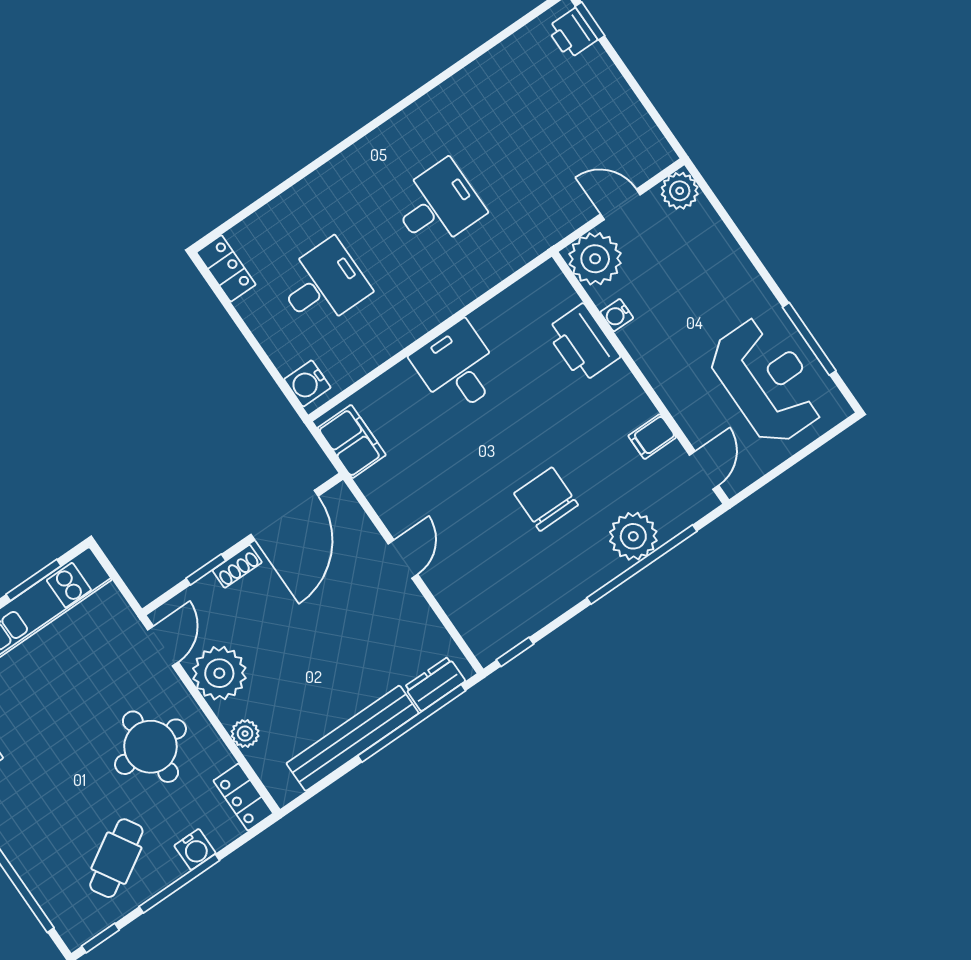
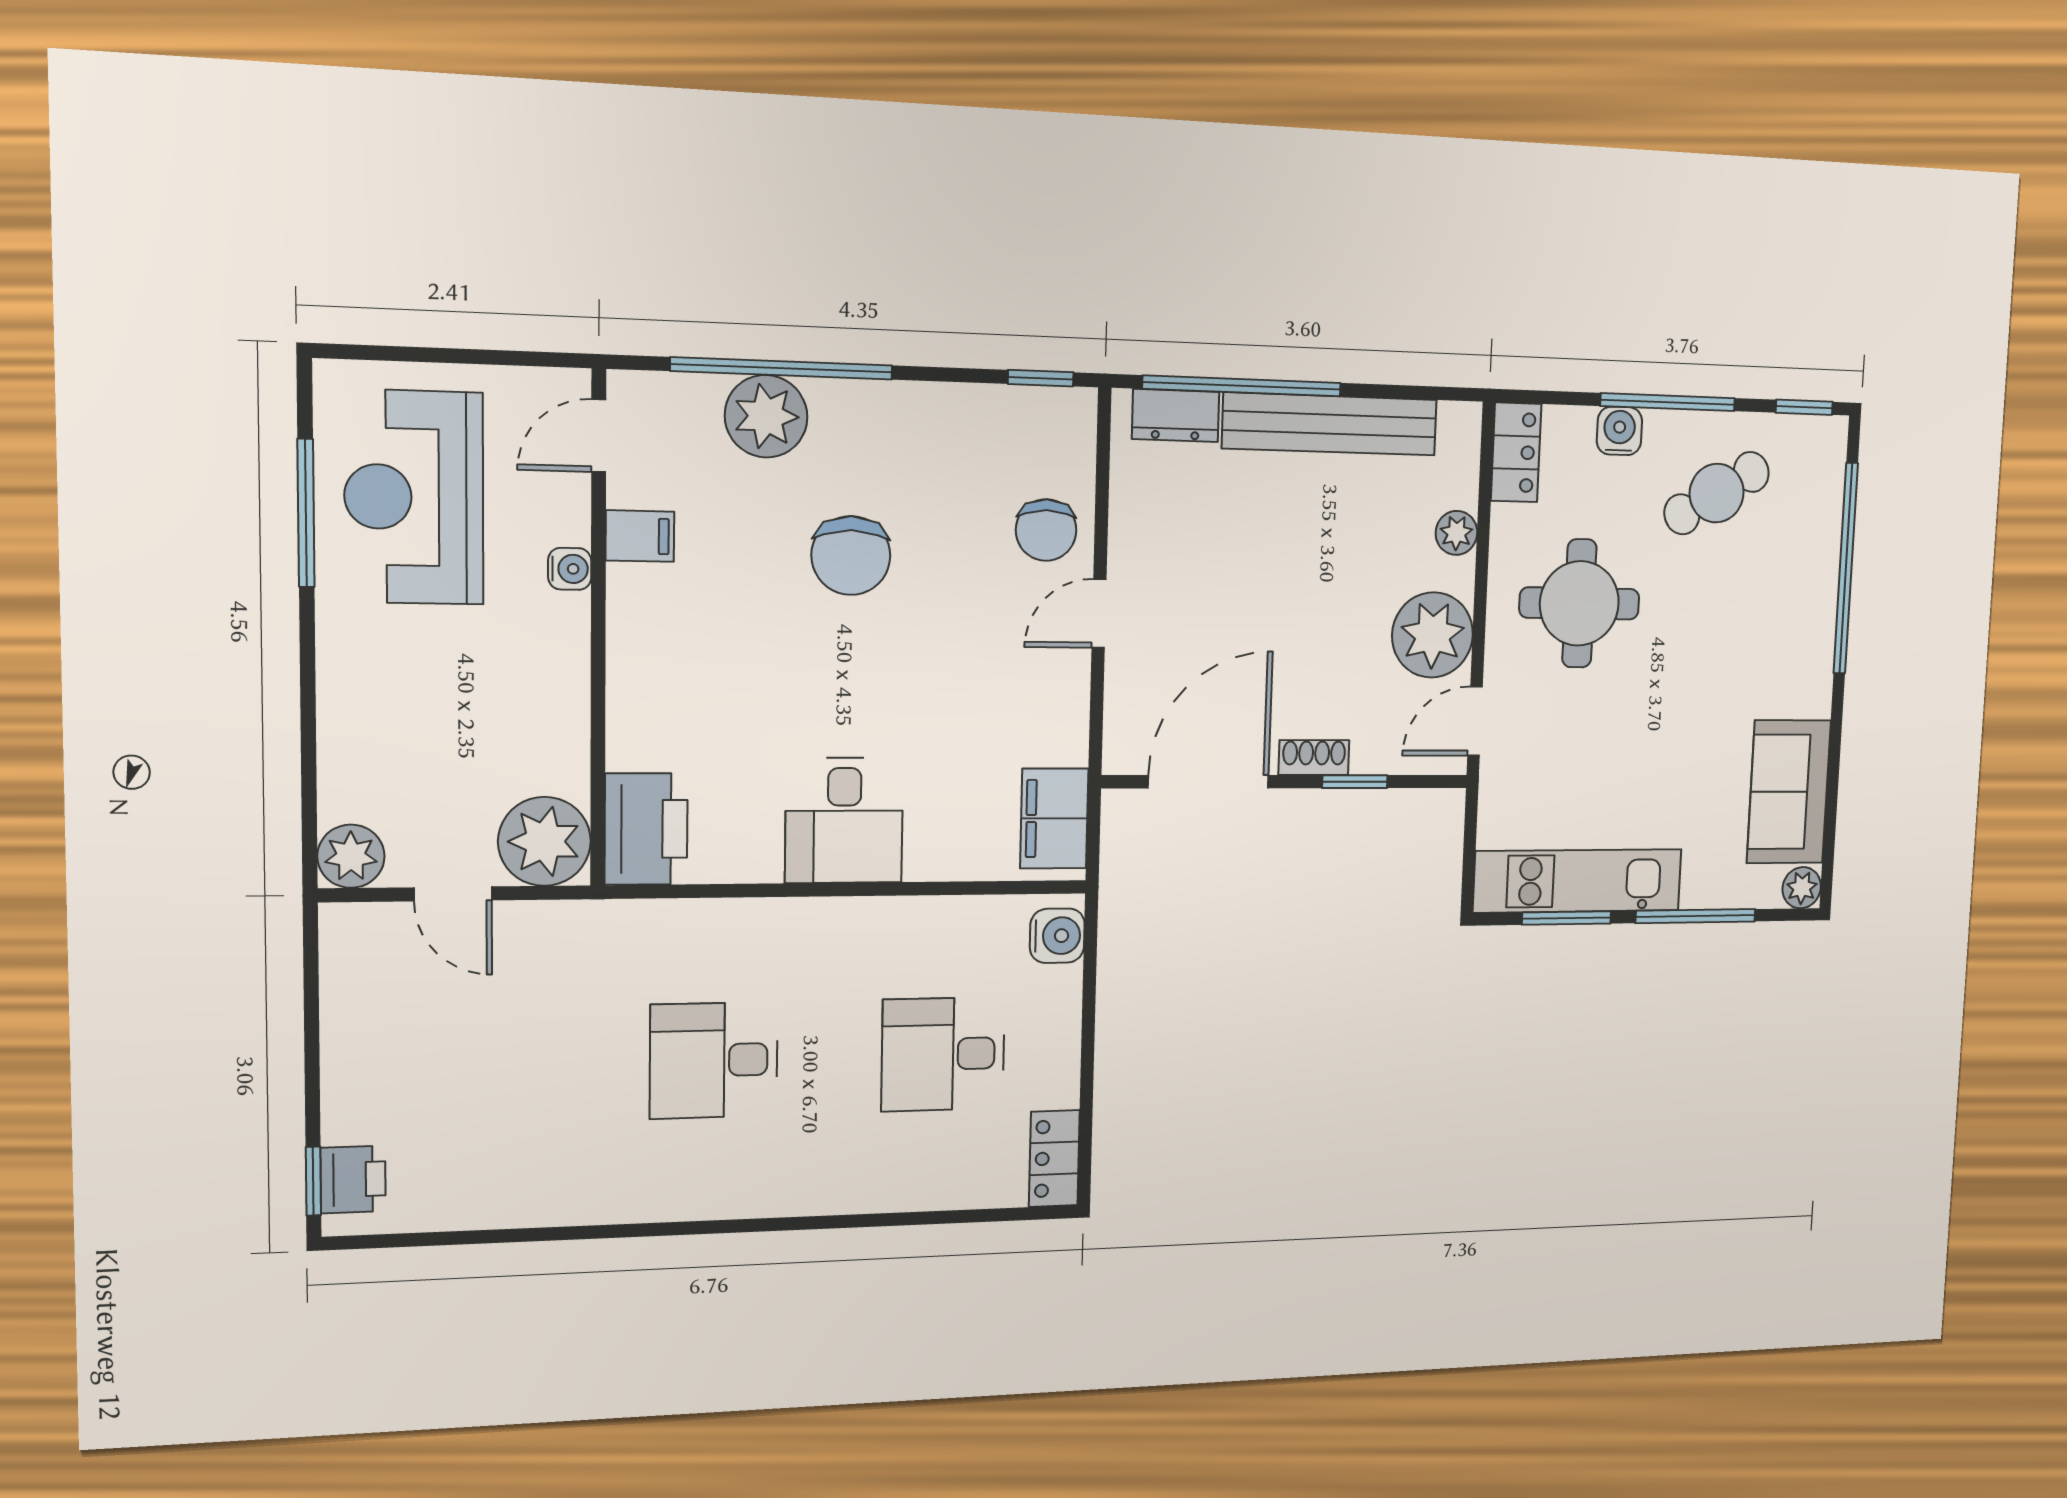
water cooler: (617, 315) -> (570, 569), moved
printer: (582, 343) -> (646, 829), moved
chair: (459, 581) -> (1046, 530), added

